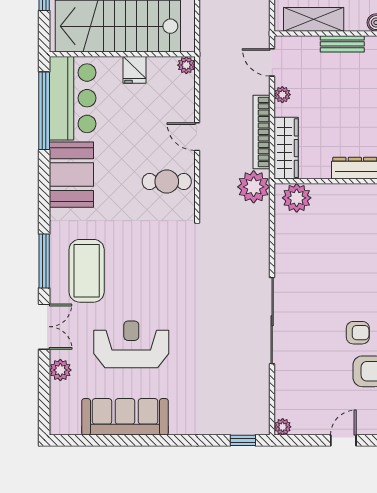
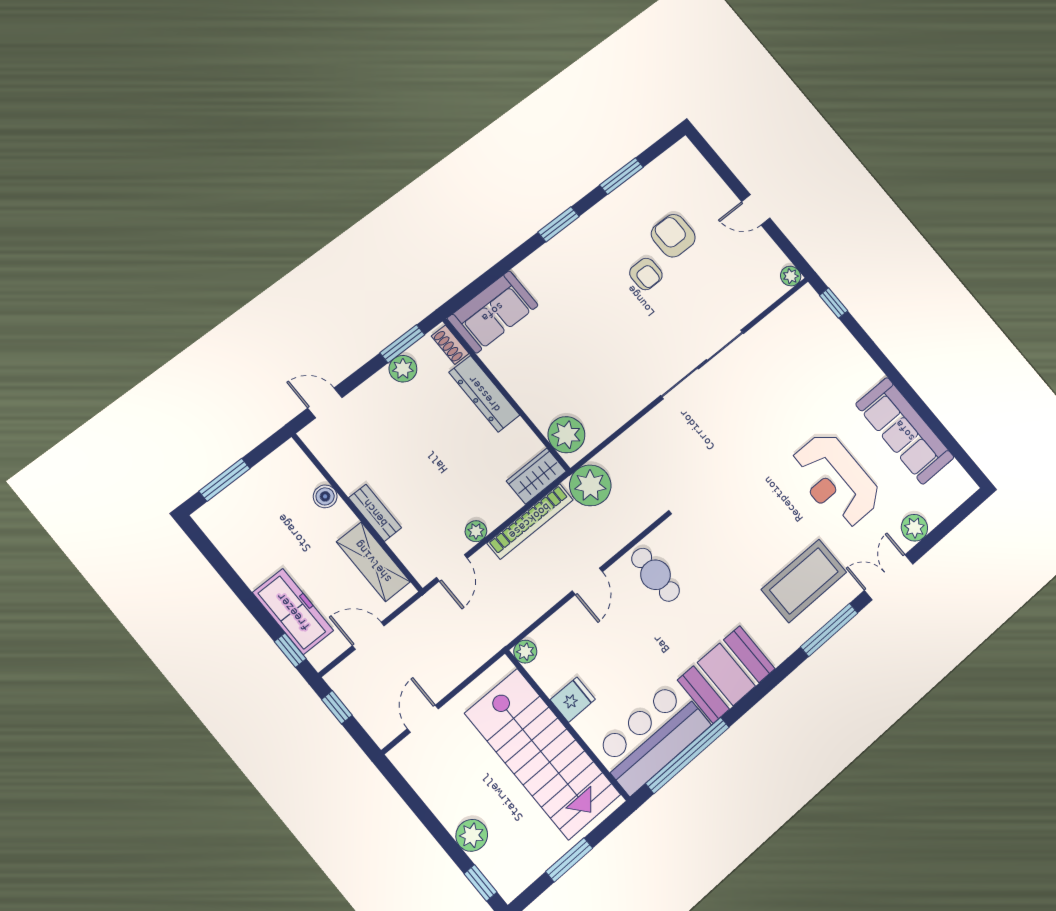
wardrobe: (286, 148) -> (536, 476), width x0.67
armchair: (358, 333) -> (646, 274), turned 180

